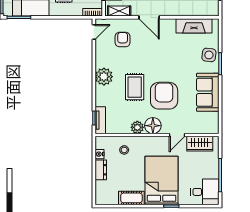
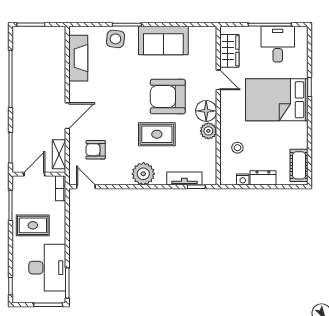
tv unit: (100, 120) -> (184, 178), moved
desk: (205, 192) -> (278, 44), moved
cot: (131, 198) -> (299, 165), moved

